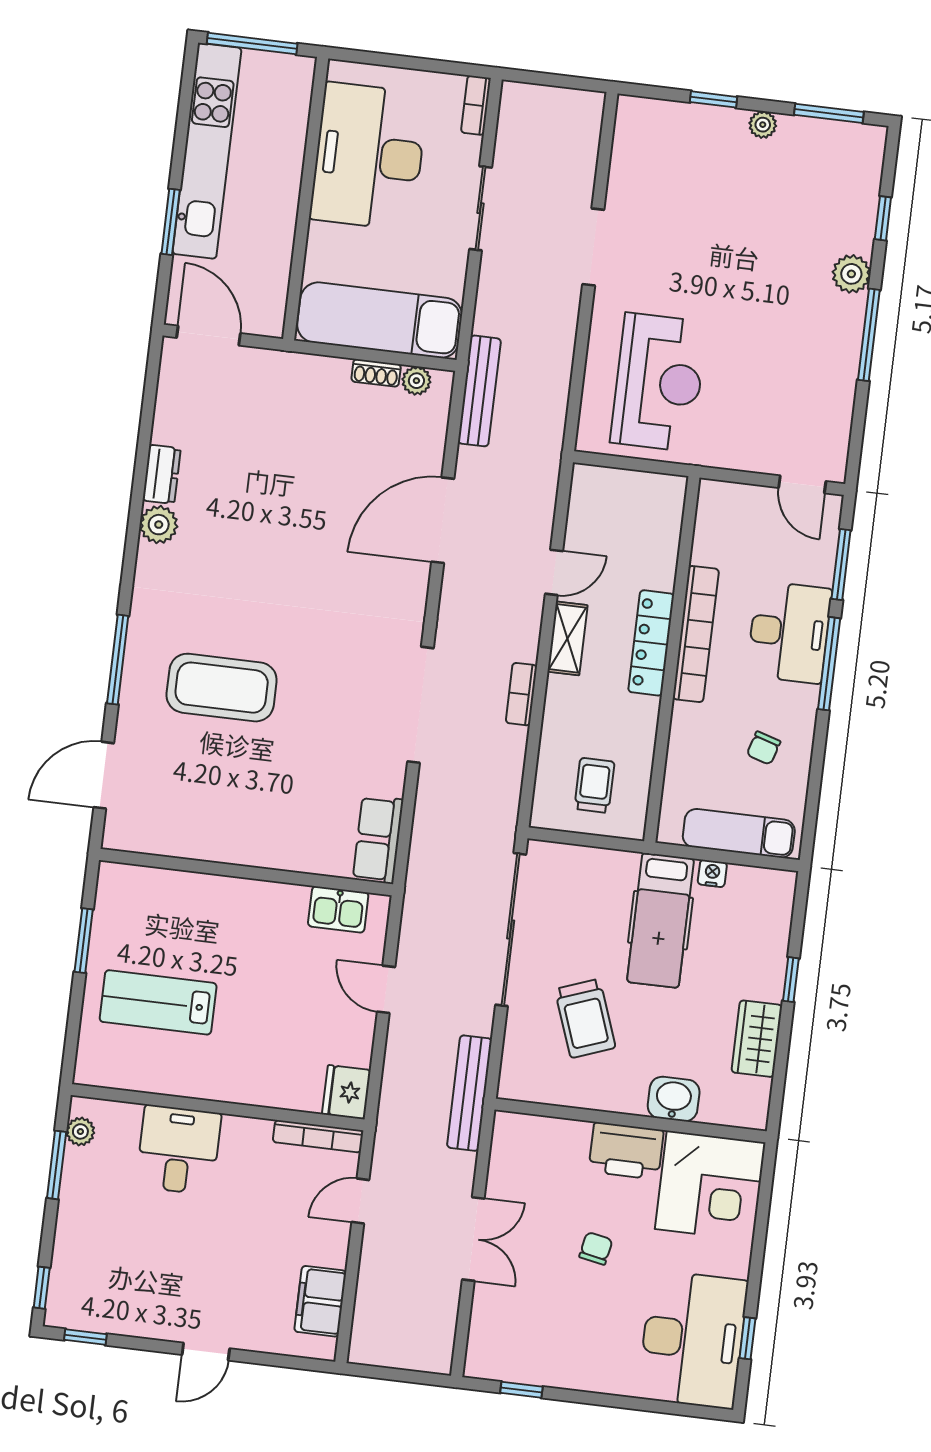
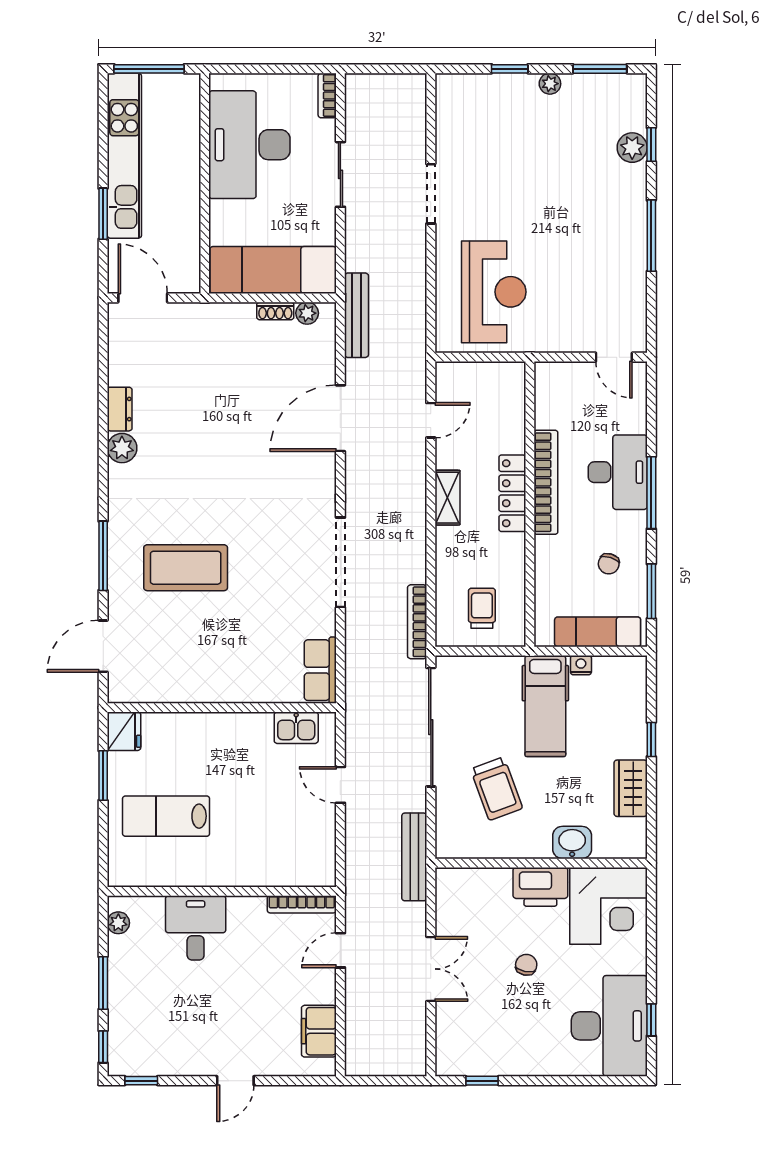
plant: (851, 274) -> (632, 148), moved
window: (841, 565) -> (651, 591), moved
door: (554, 572) -> (431, 420), moved
bookcase: (521, 694) -> (417, 622), moved, width x1.56
fridge: (346, 1092) -> (124, 731), moved, turned 180
window: (57, 1165) -> (103, 983), moved

